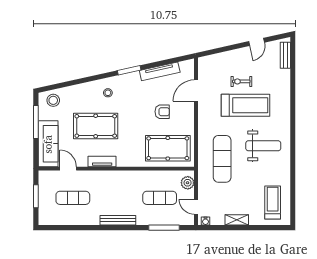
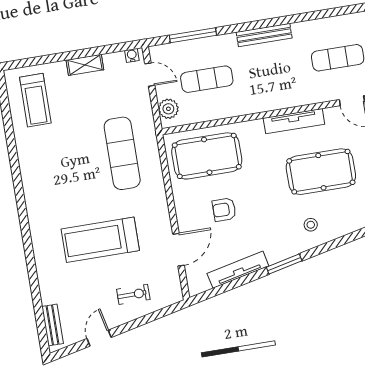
exercise bike: (241, 81) -> (133, 294), moved
weight bench: (263, 146) -> (63, 183), removed
tv unit: (102, 161) -> (294, 121), width x1.41

